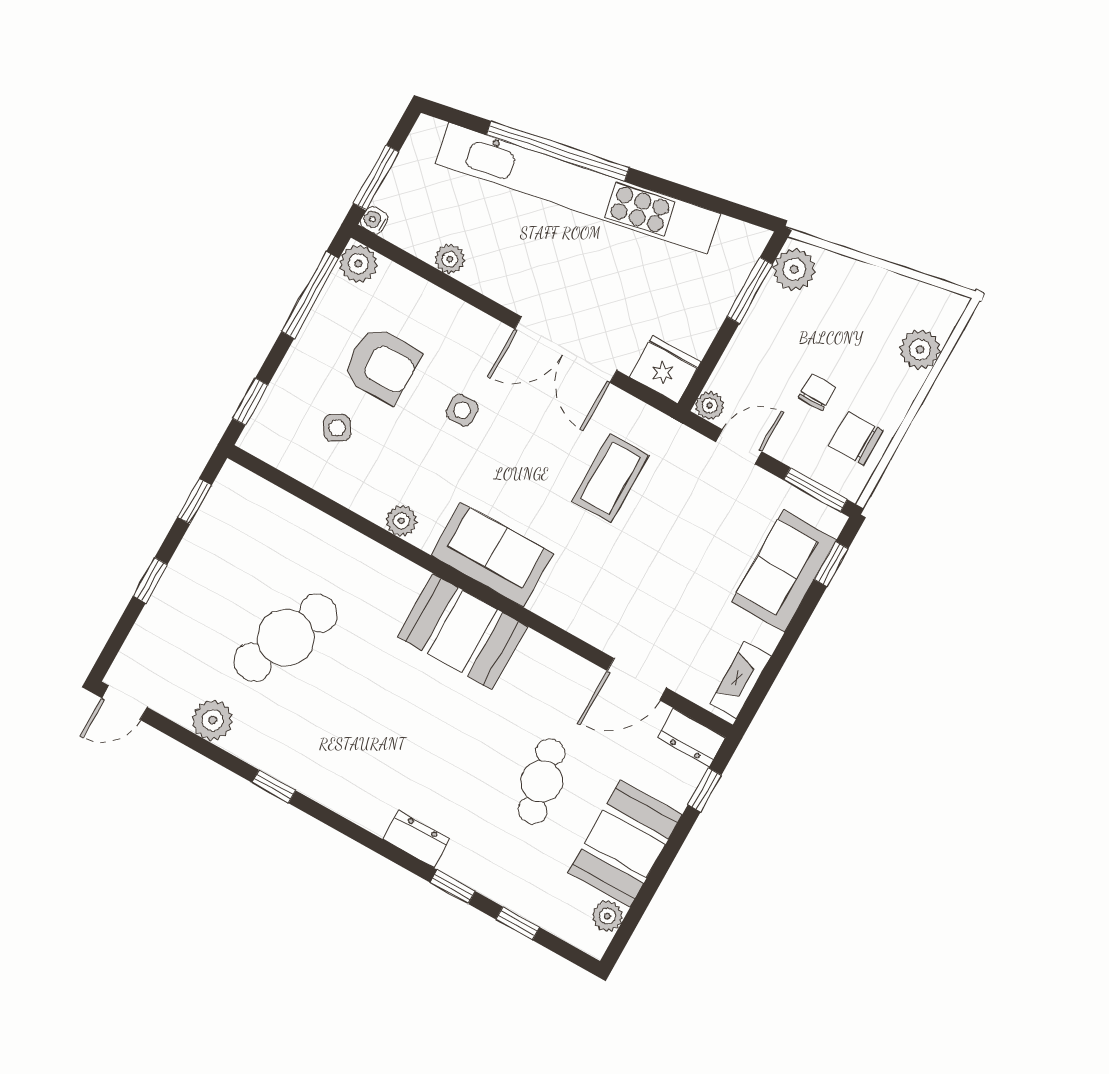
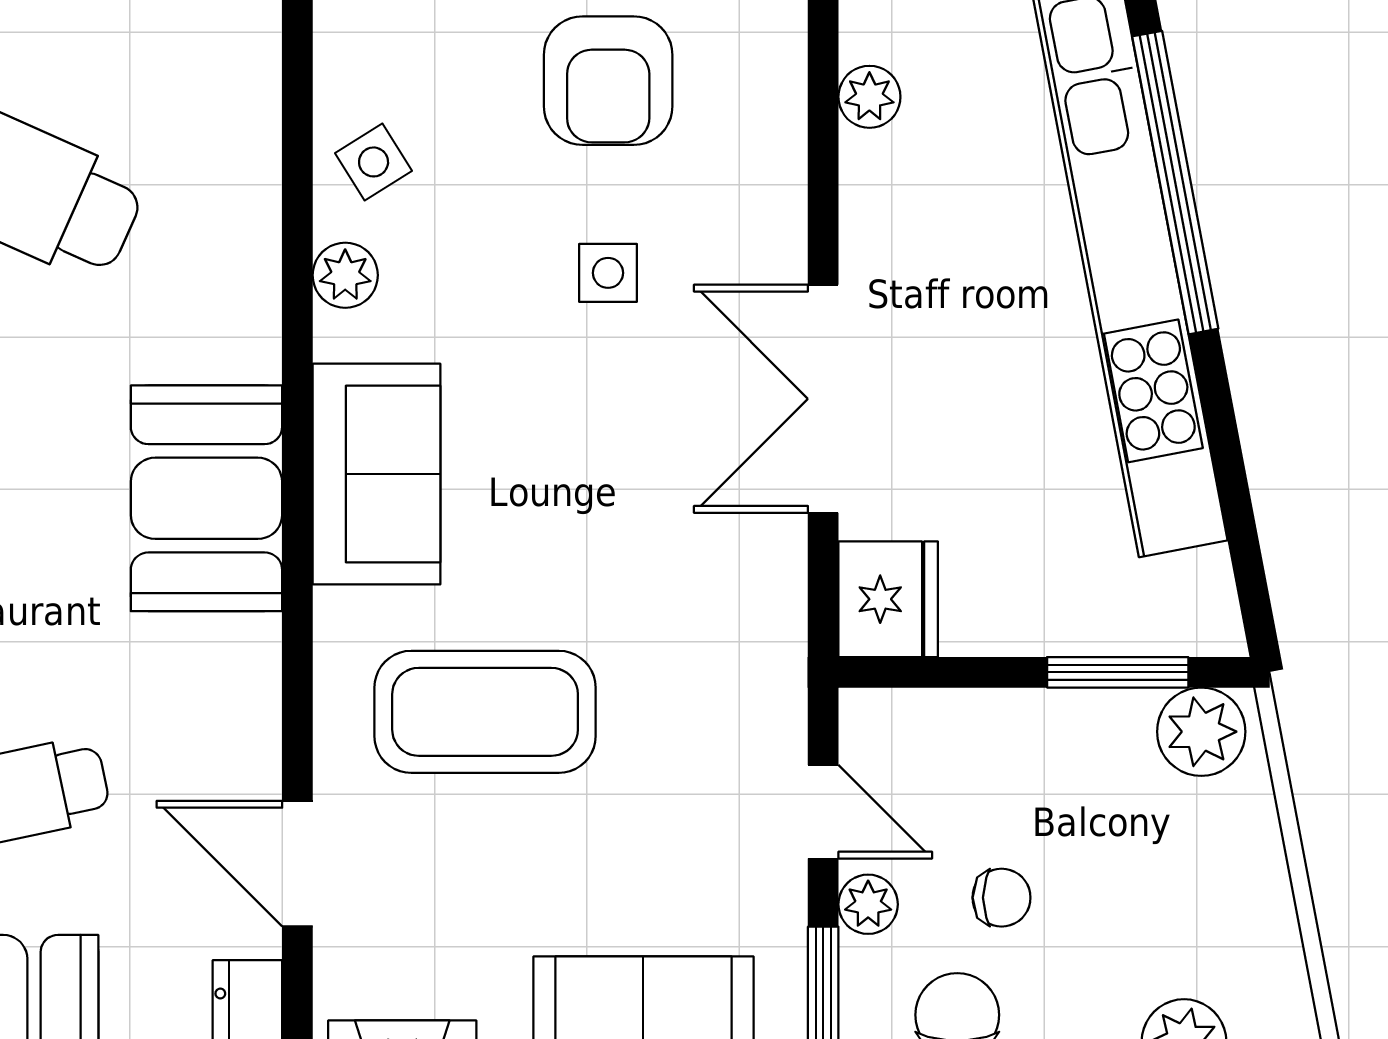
plant: (710, 406) -> (868, 904), moved
side table: (337, 428) -> (374, 162), moved
coffee table: (610, 478) -> (485, 712), moved, width x1.36, depth x1.32

